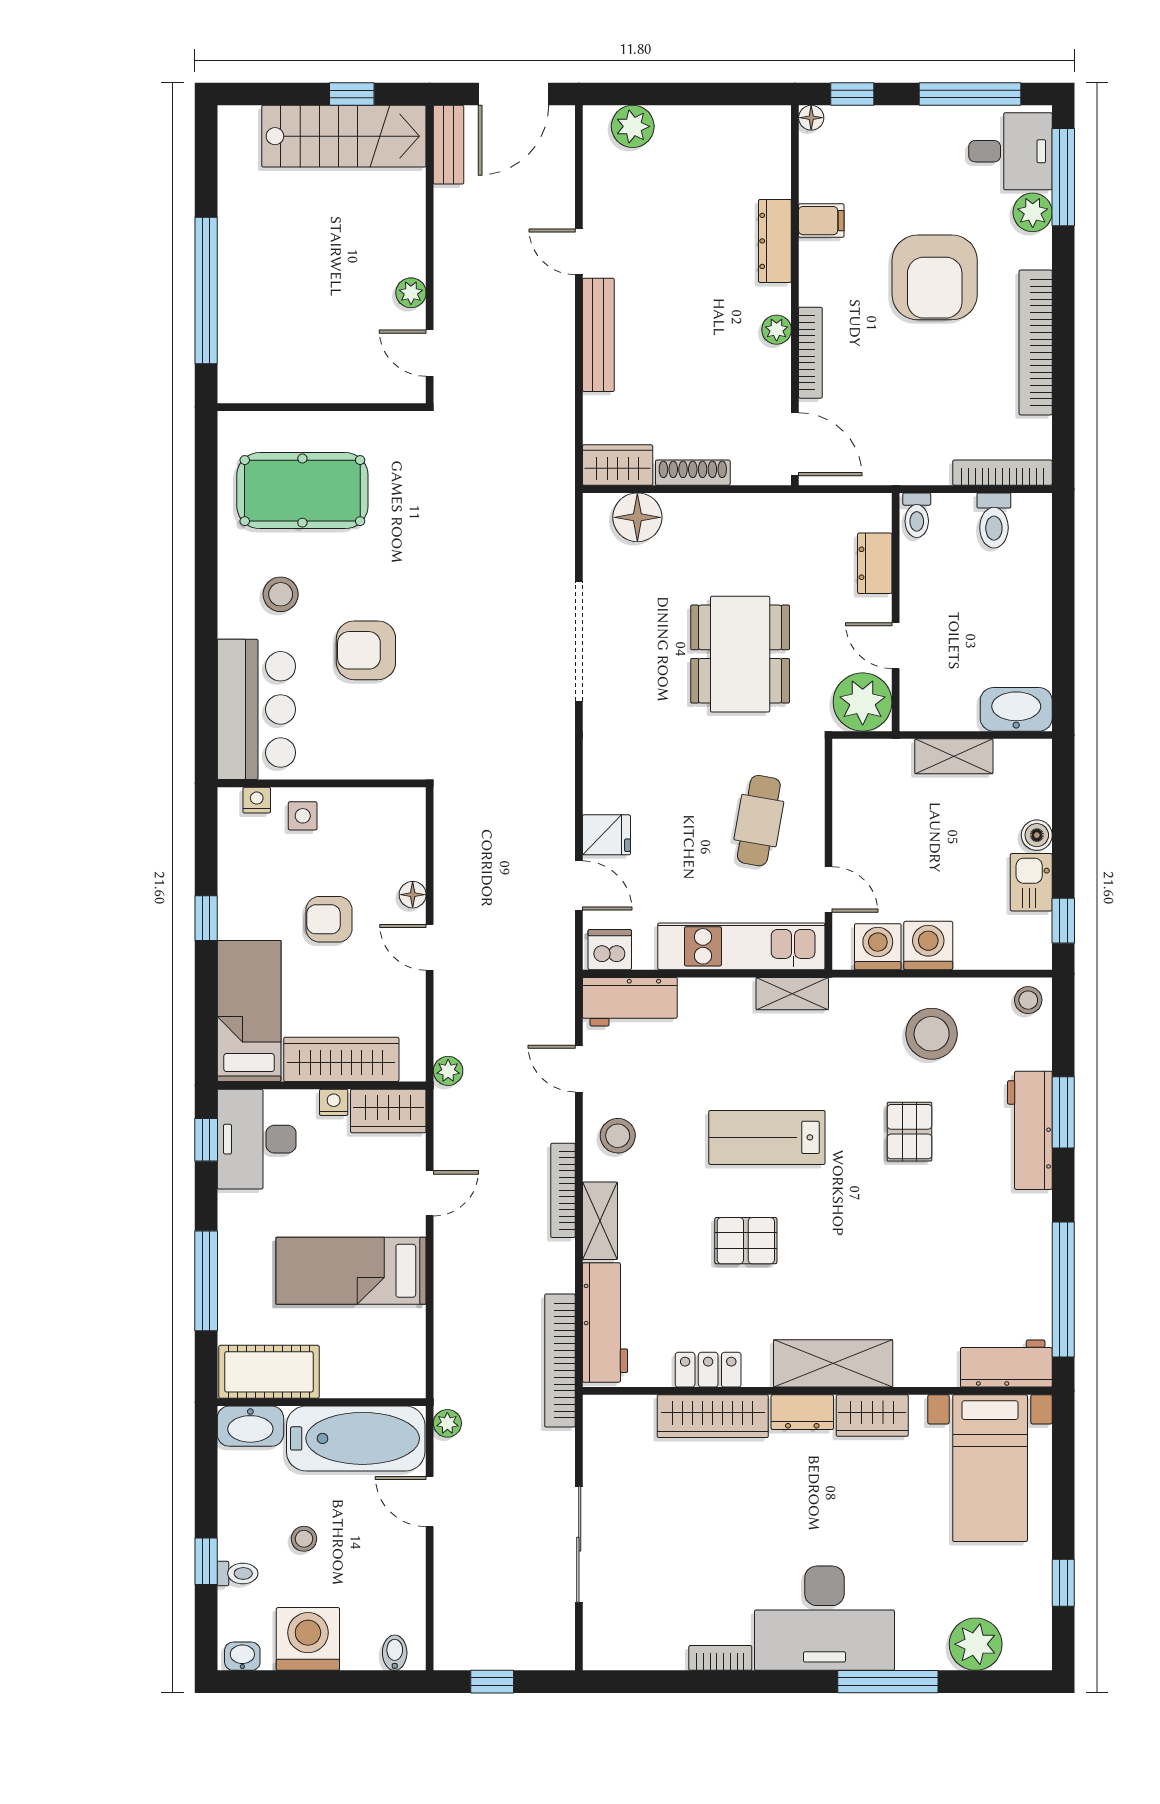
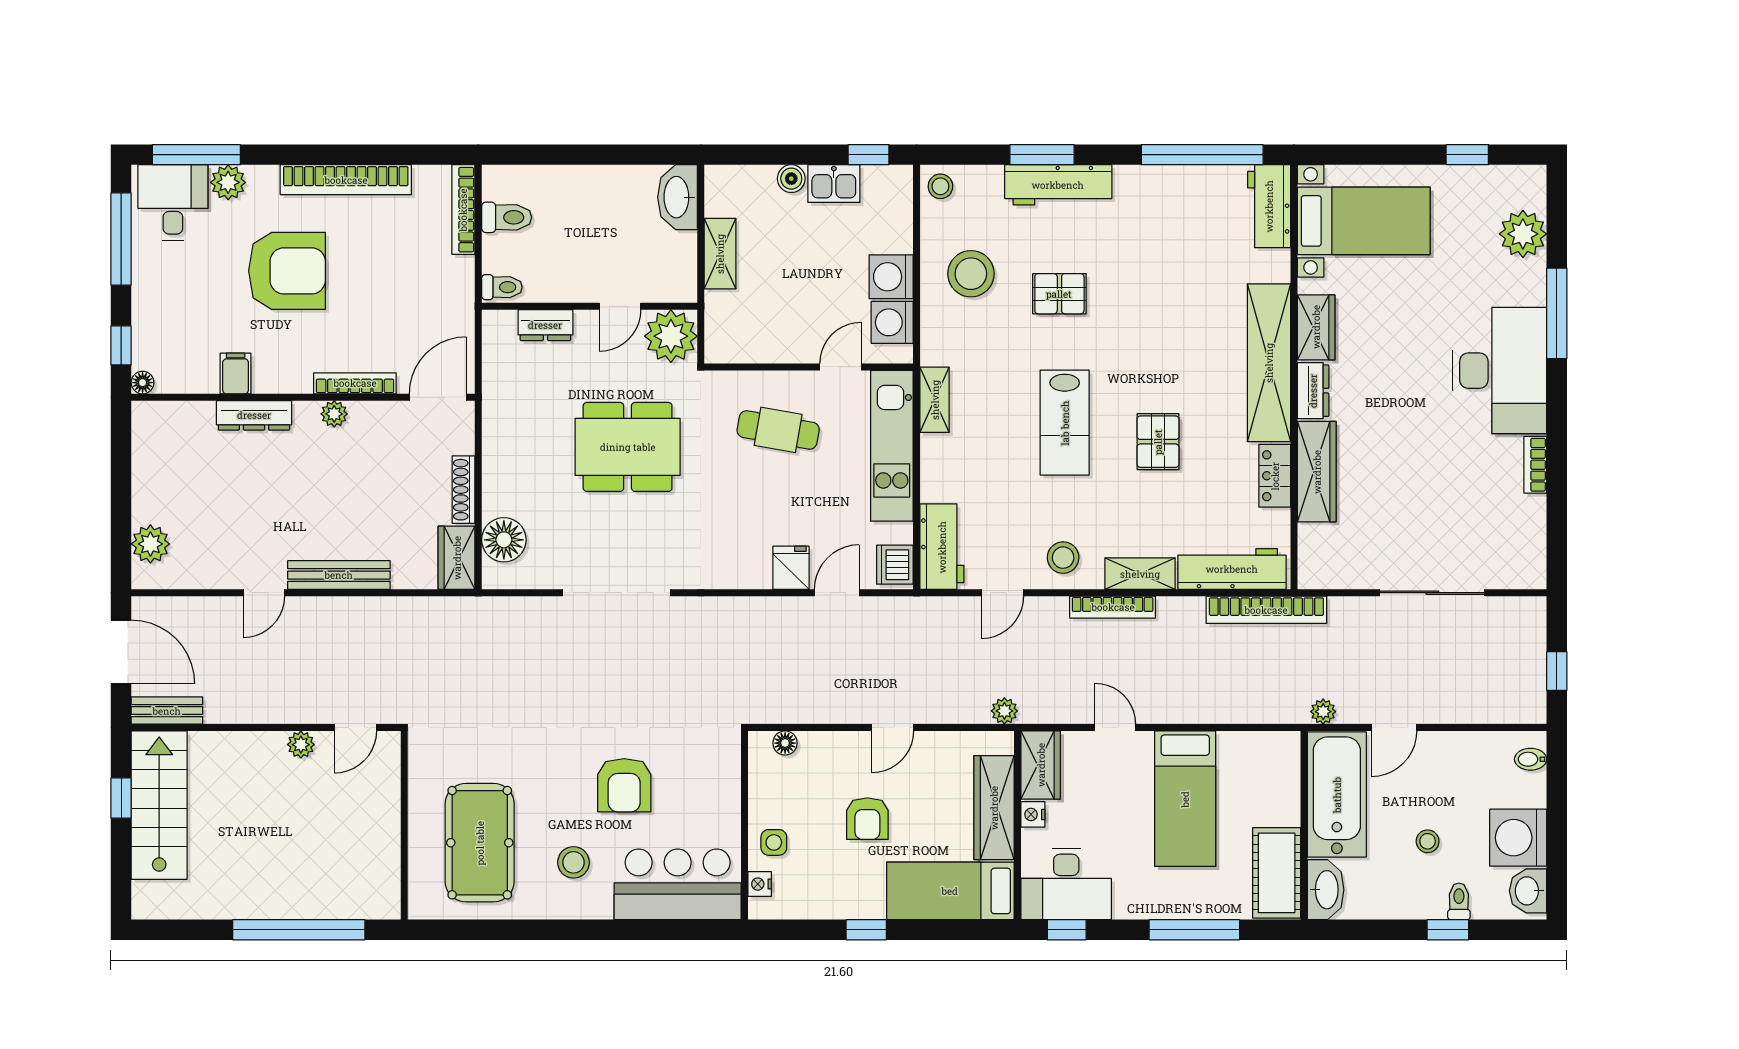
floor lamp: (413, 895) -> (785, 743), moved
shelving: (833, 1363) -> (1269, 363), width x1.47
washbasin: (242, 1656) -> (1528, 891), width x1.38, depth x1.45

